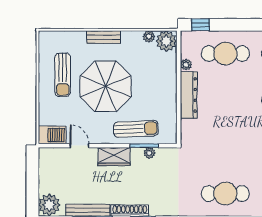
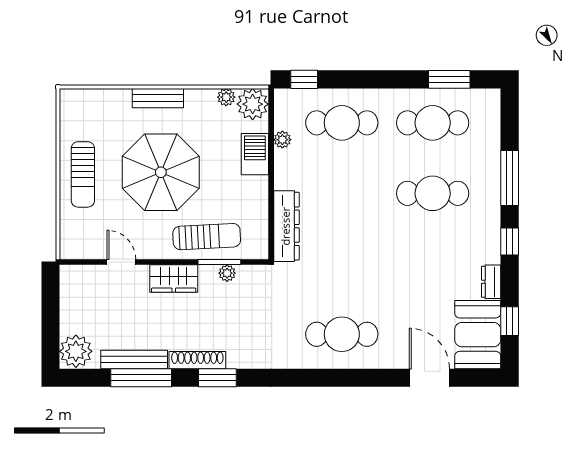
sun lounger: (63, 75) -> (83, 174), moved
dresser: (189, 95) -> (286, 226), moved
barbecue: (52, 135) -> (255, 154), moved, turned -90

